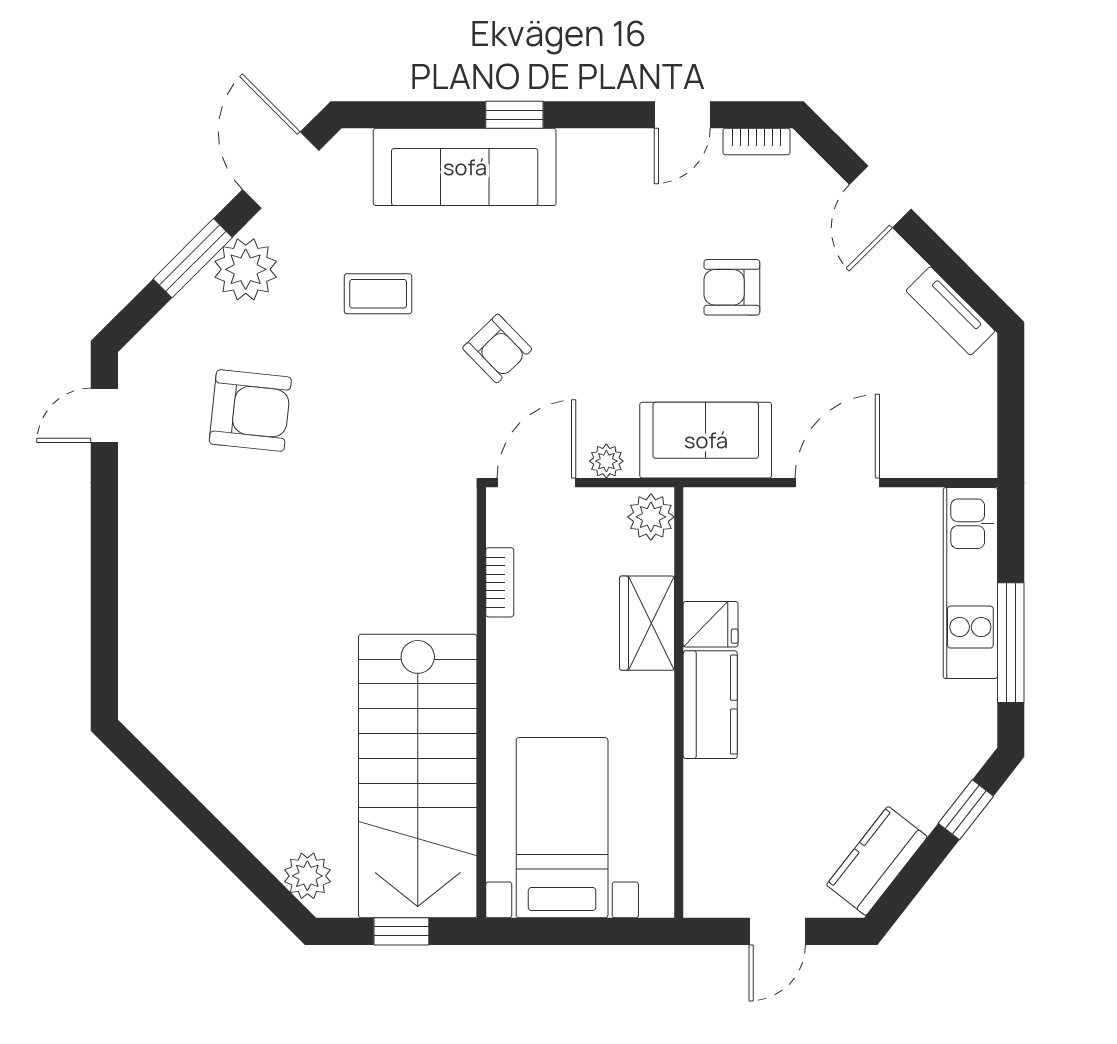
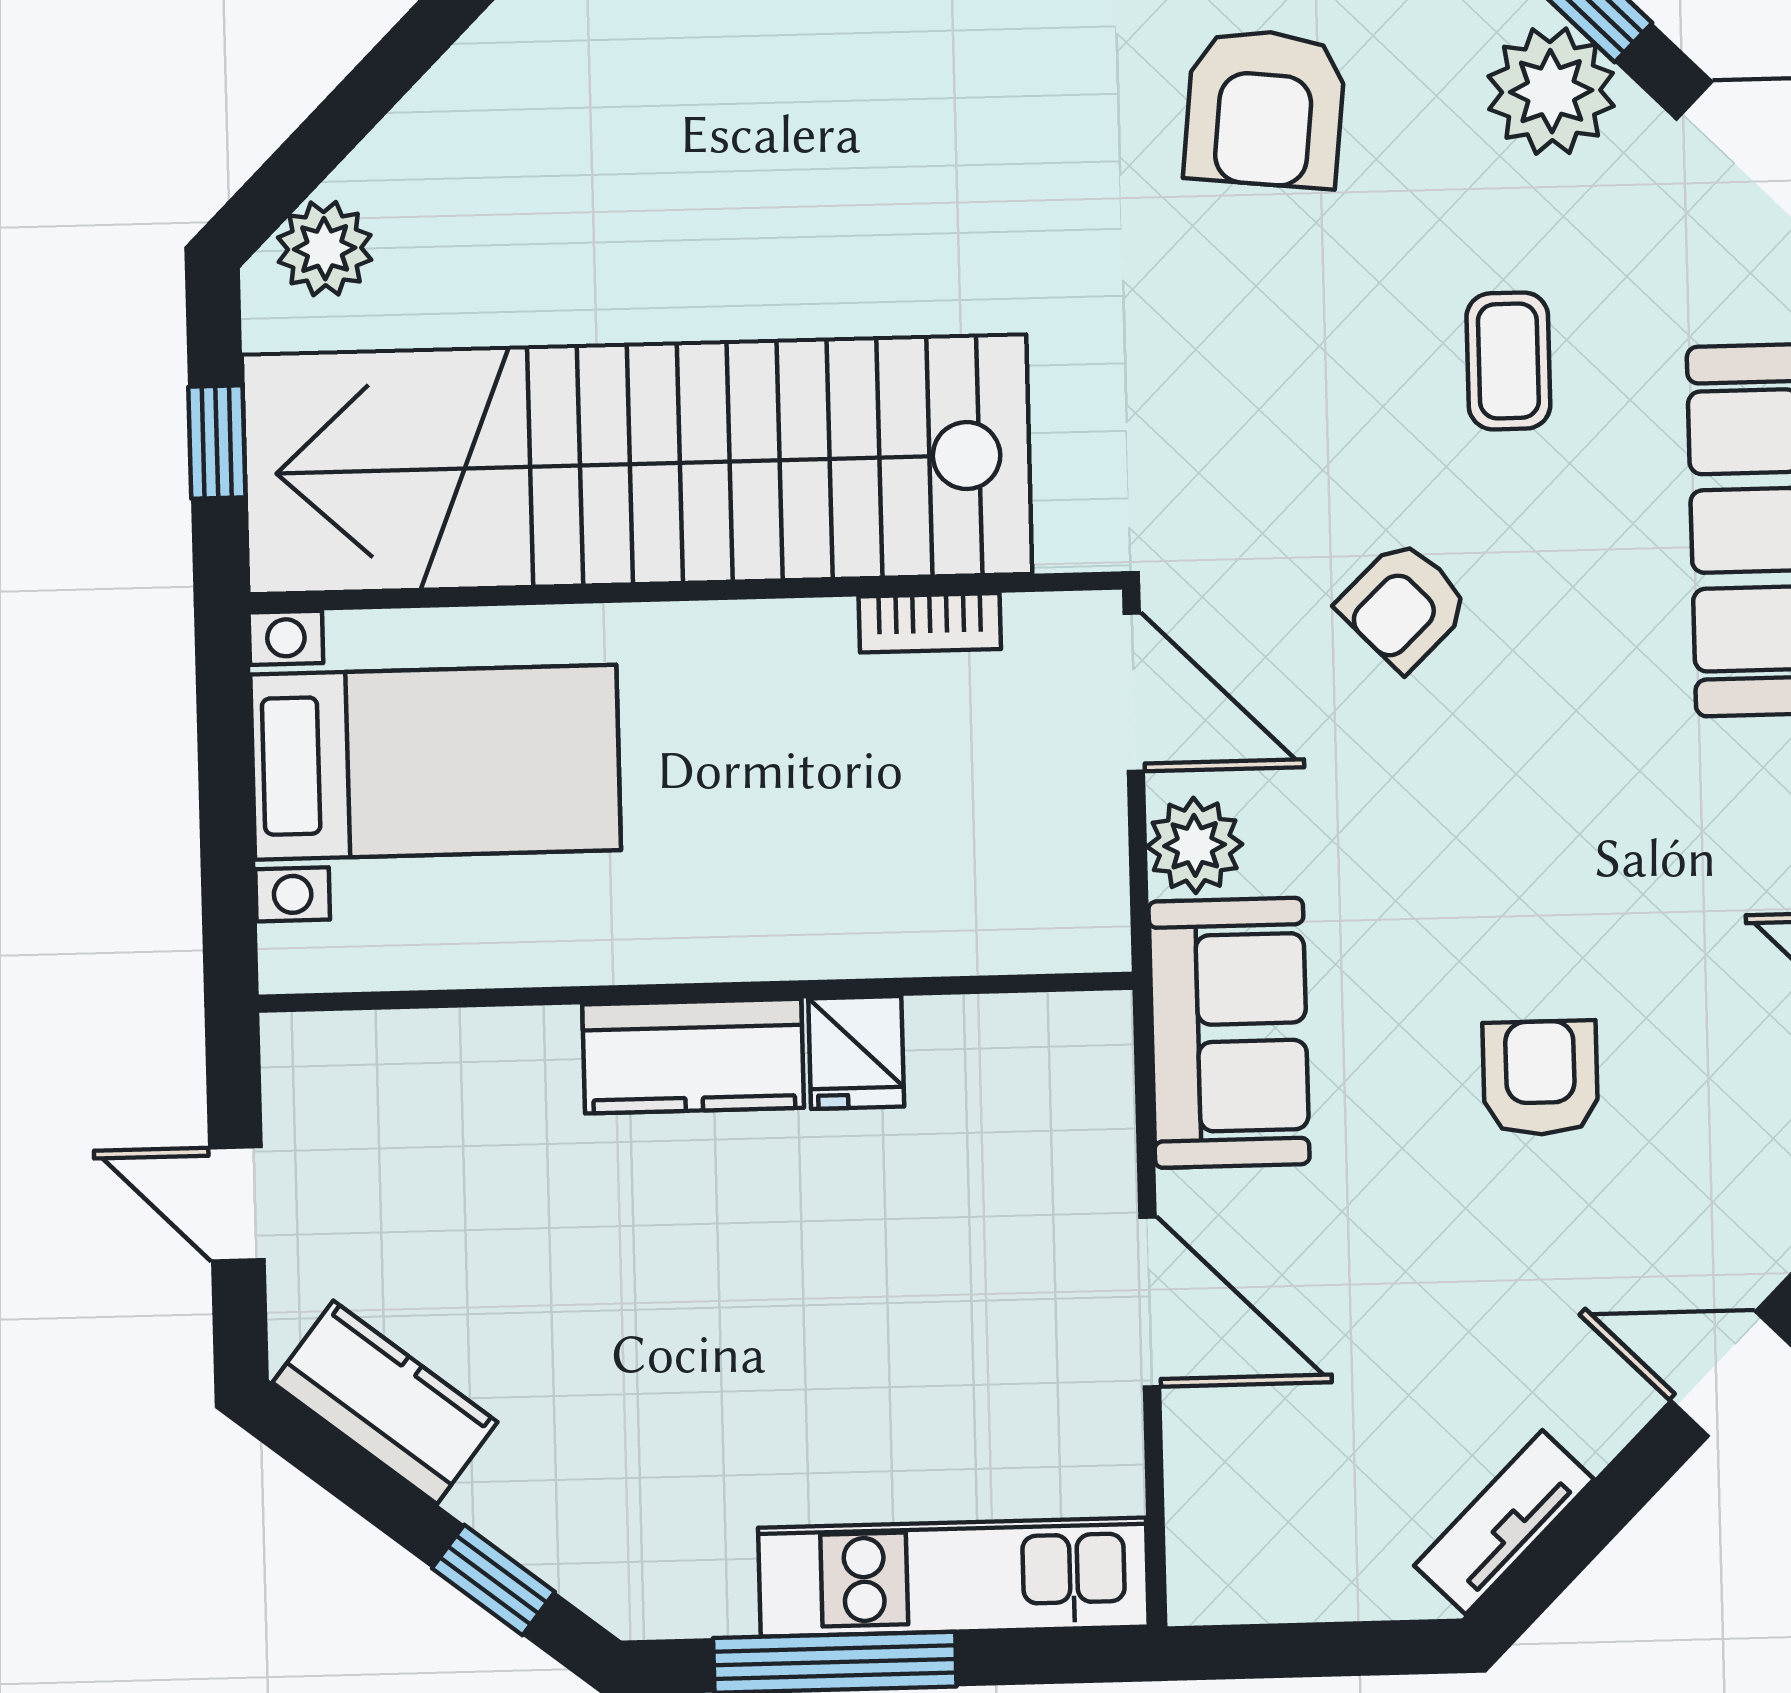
plant: (606, 461) -> (1195, 845), width x1.38, depth x1.38
plant: (651, 517) -> (1070, 926), removed
wardrobe: (647, 623) -> (855, 923), removed
stairs: (418, 776) -> (637, 464), width x1.36

